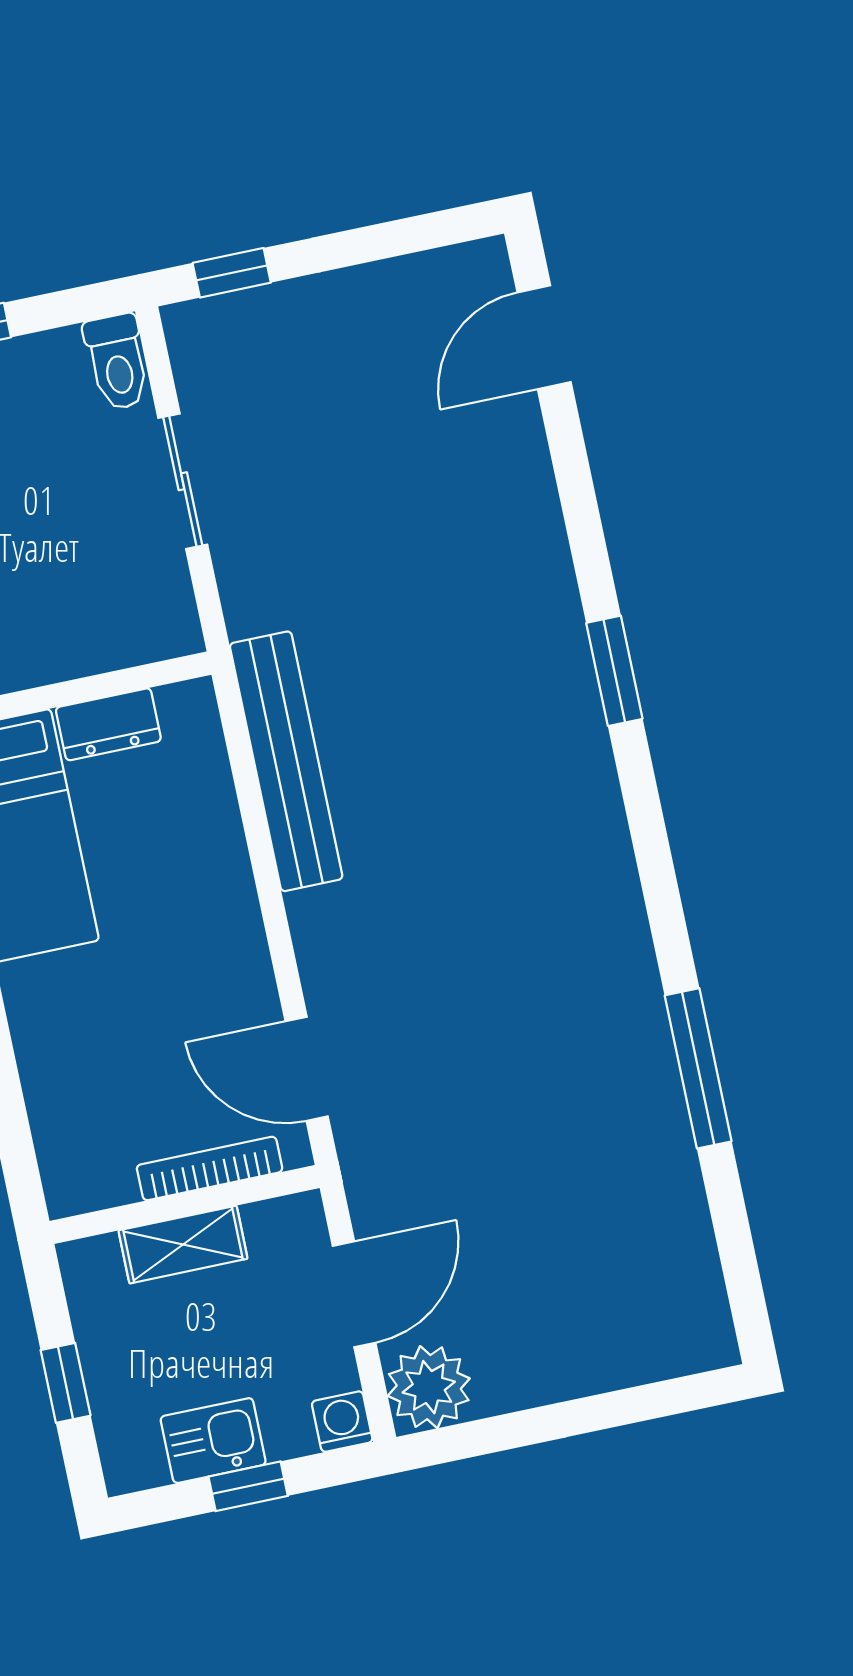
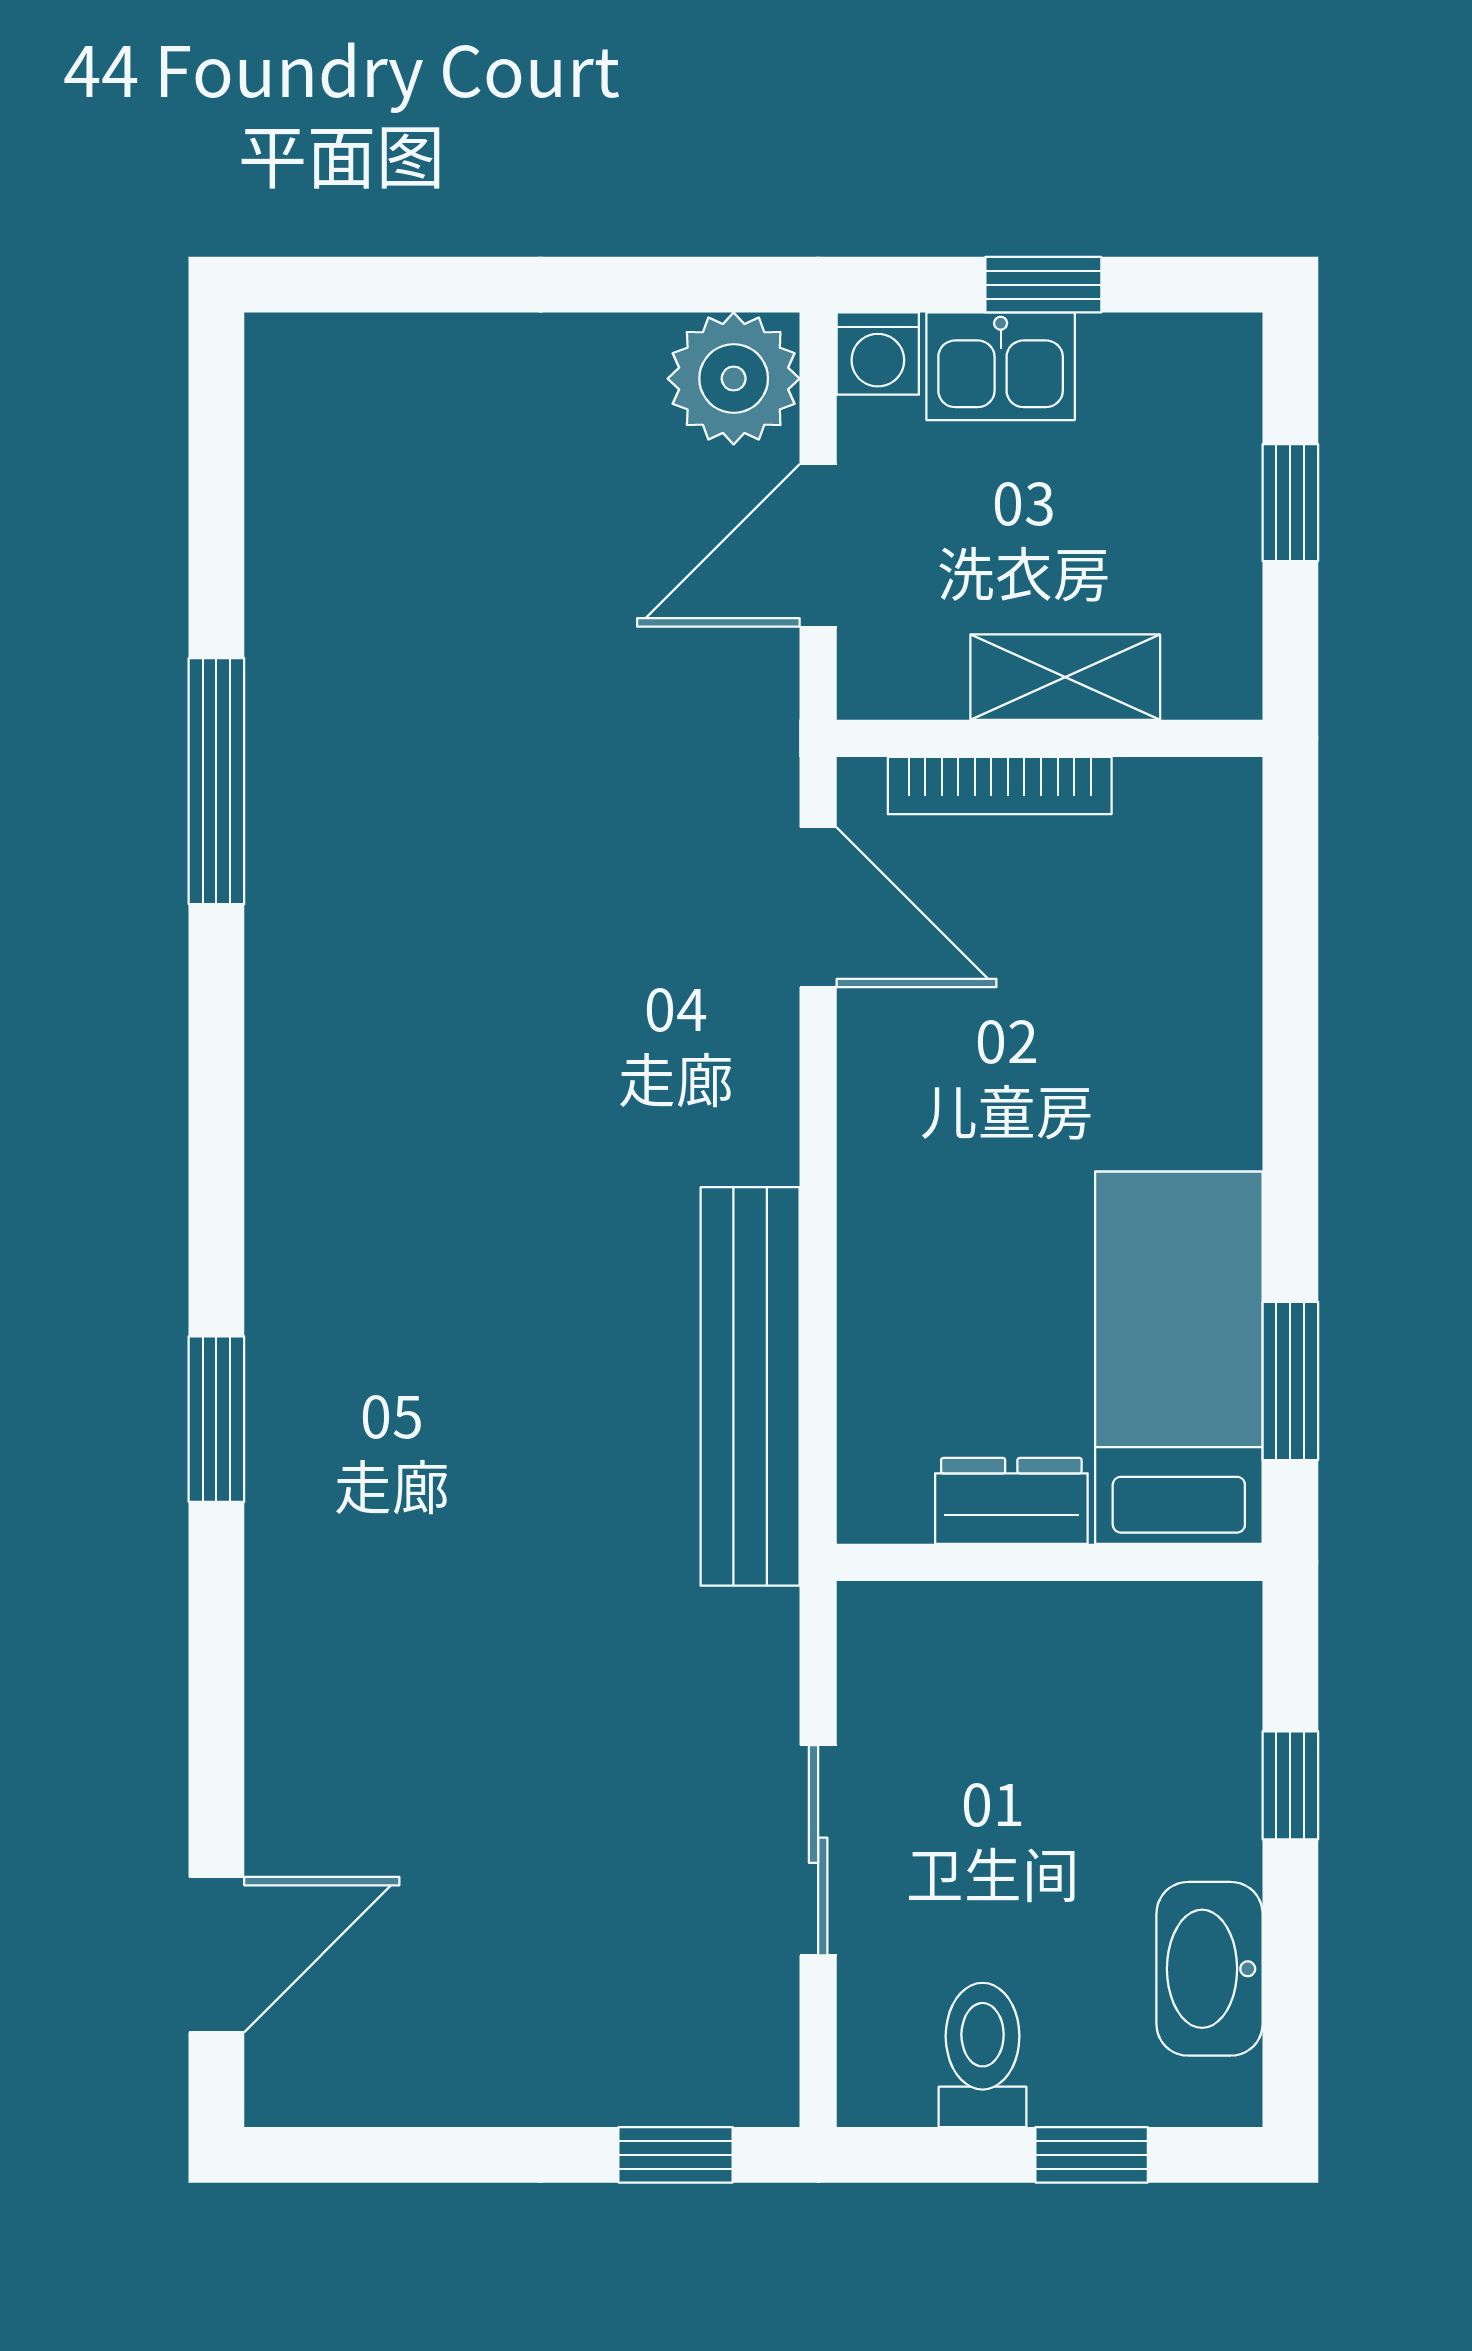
toilet: (117, 362) -> (983, 2055), moved
kitchen sink: (213, 1441) -> (1001, 366), moved

